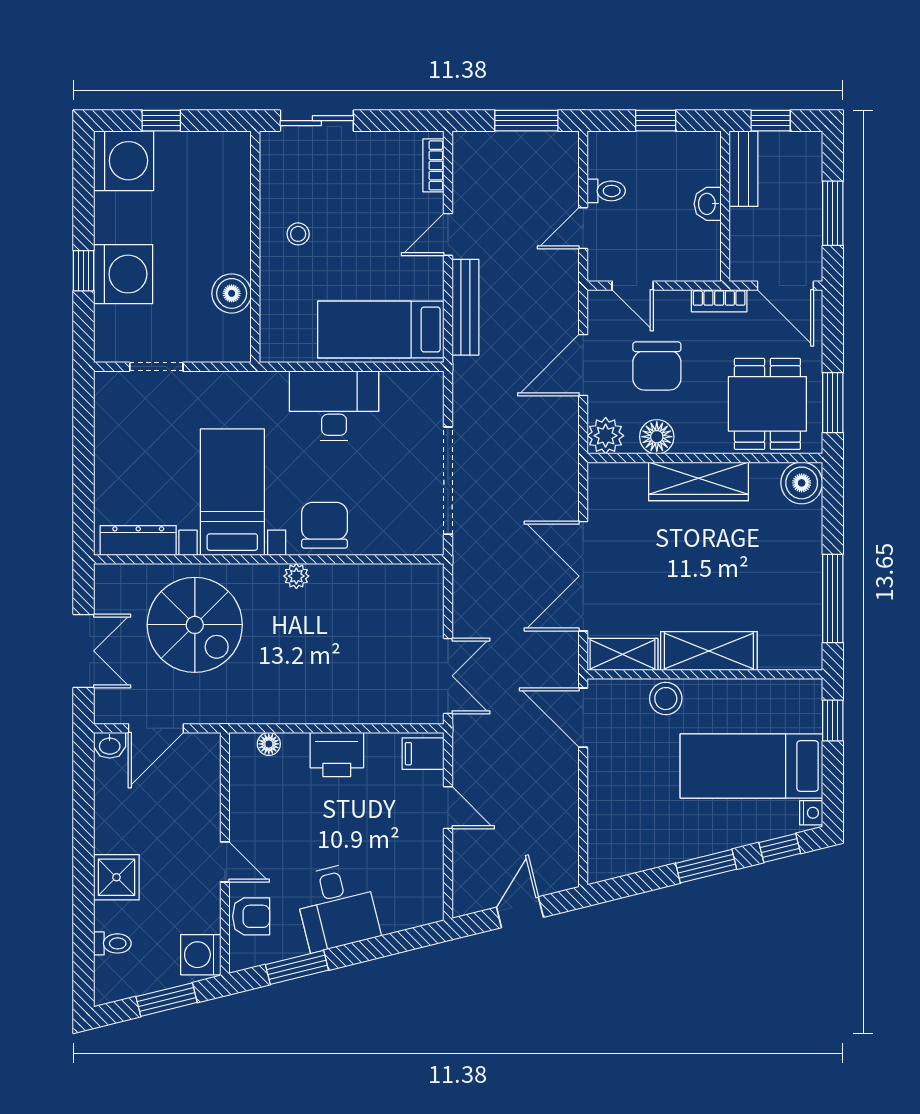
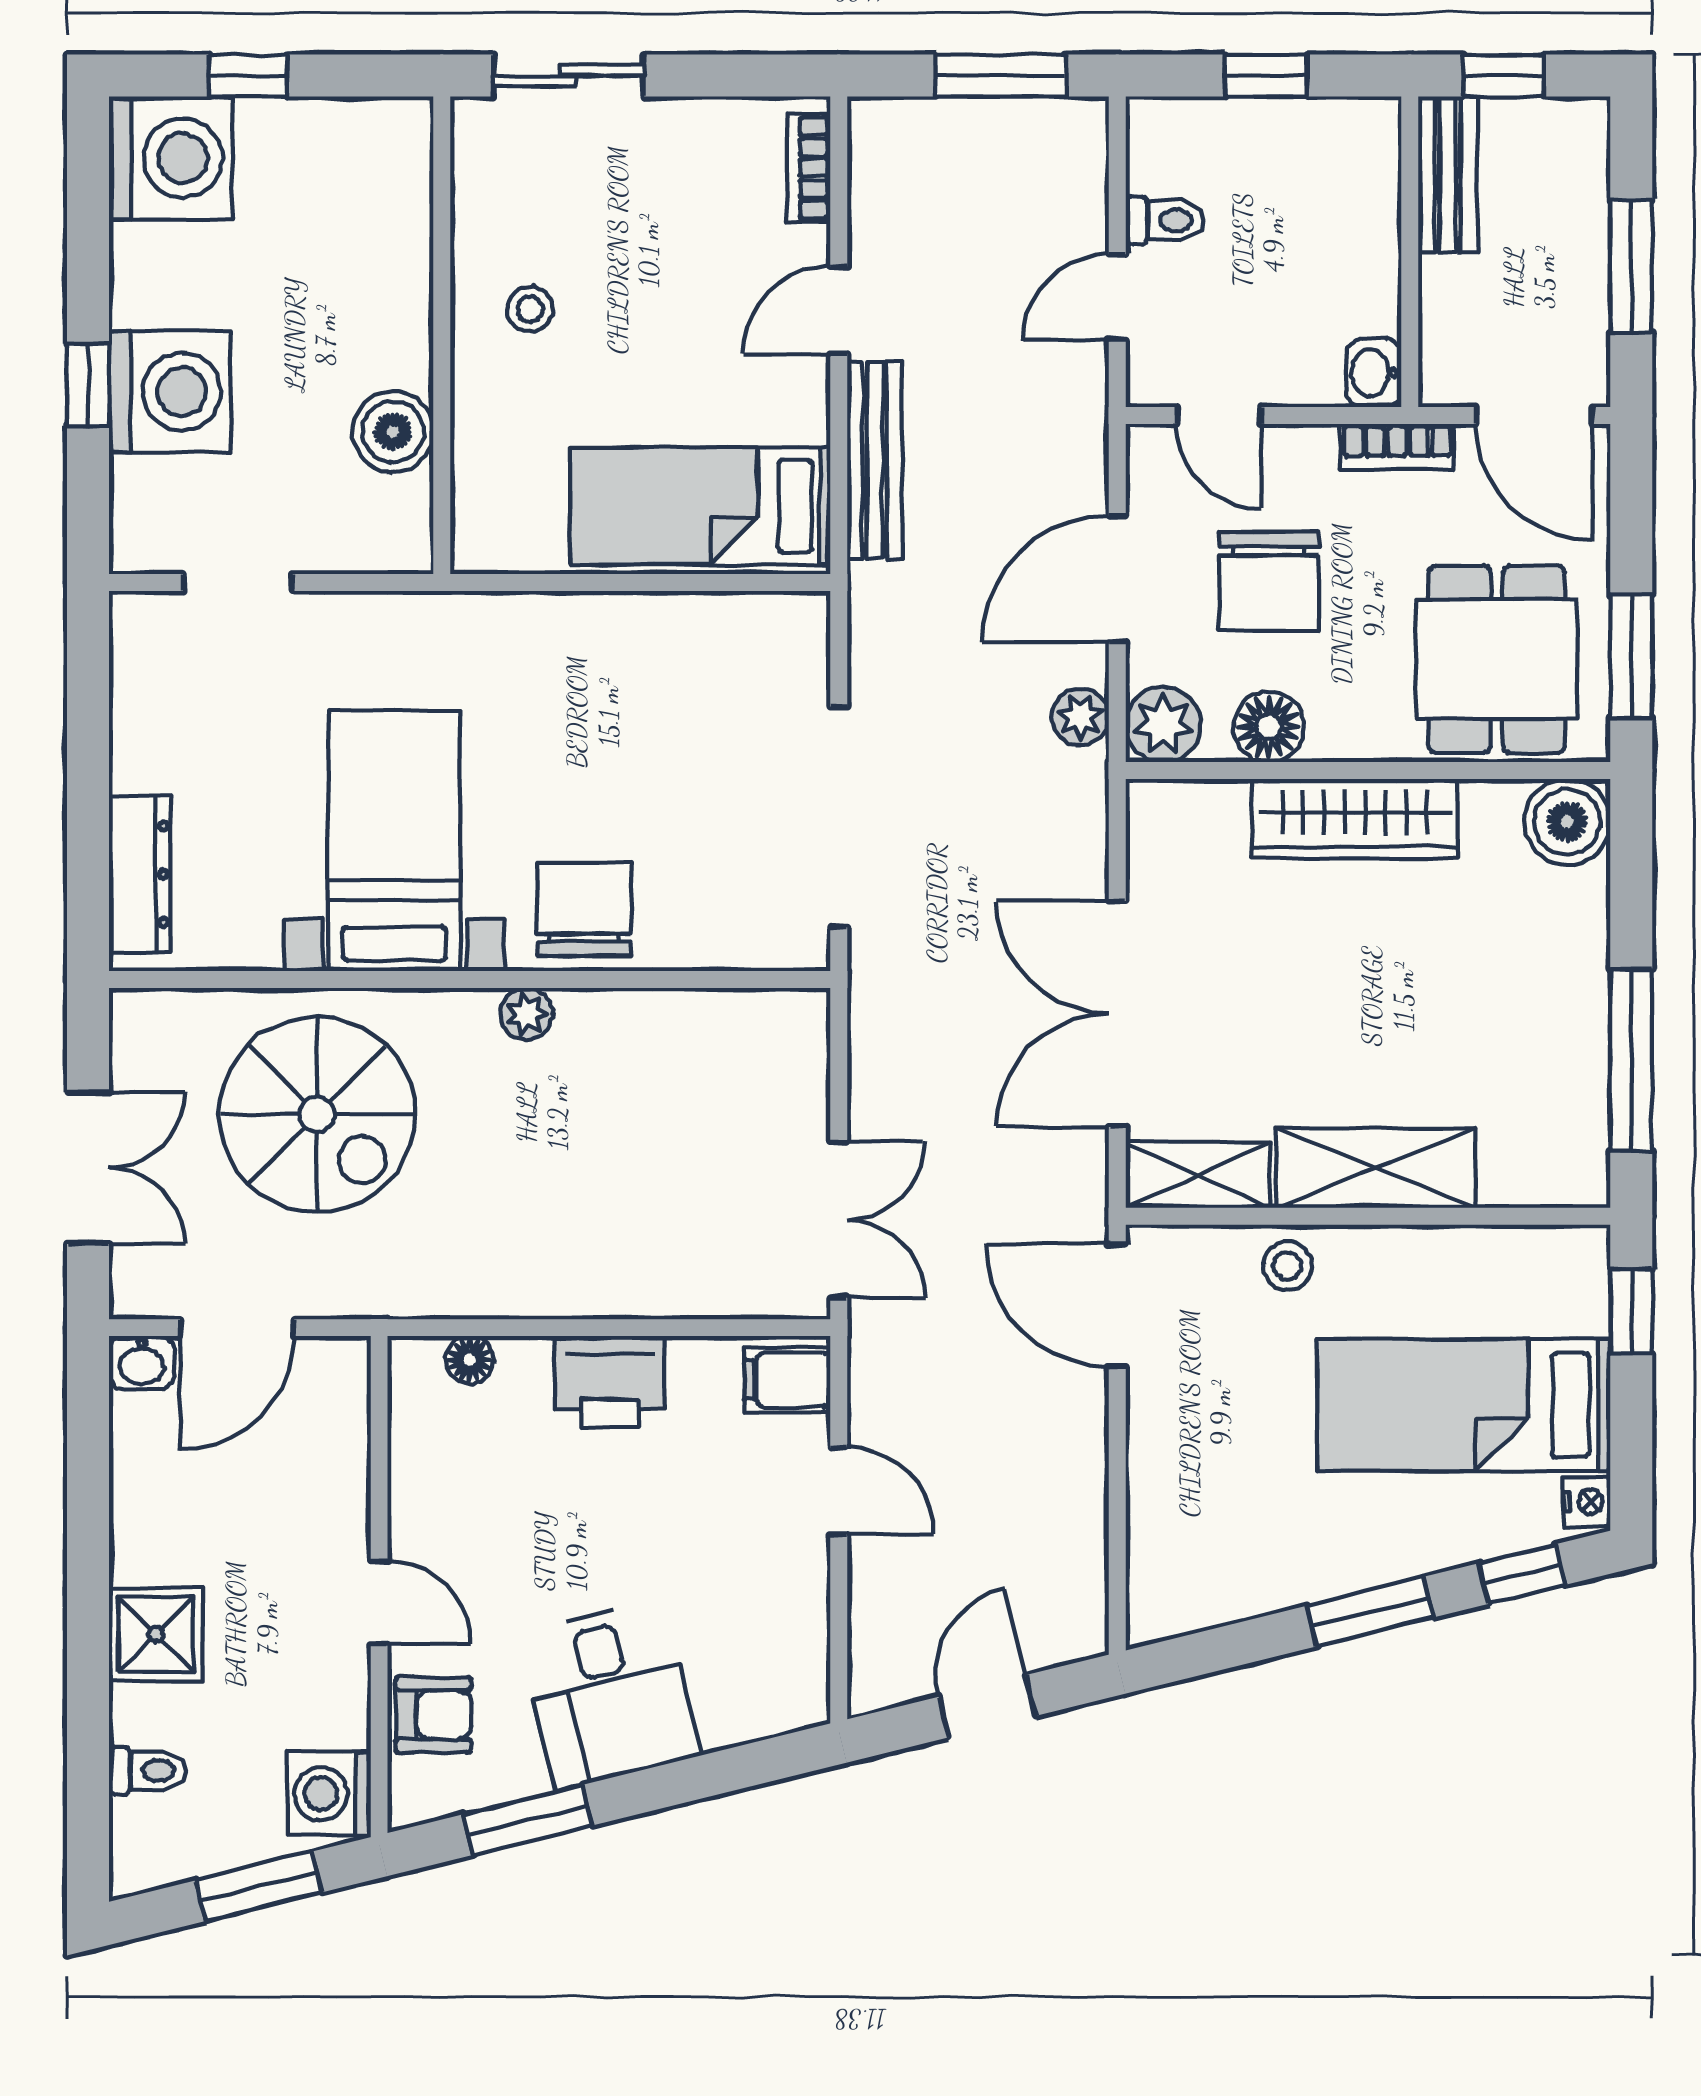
washbasin: (708, 204) -> (1374, 373), moved
desk: (334, 406) -> (604, 663), removed
plant: (565, 432) -> (1080, 717), added
dresser: (138, 540) -> (140, 874), moved, turned 90
stool: (666, 699) -> (1287, 1266), width x0.73, depth x0.73

